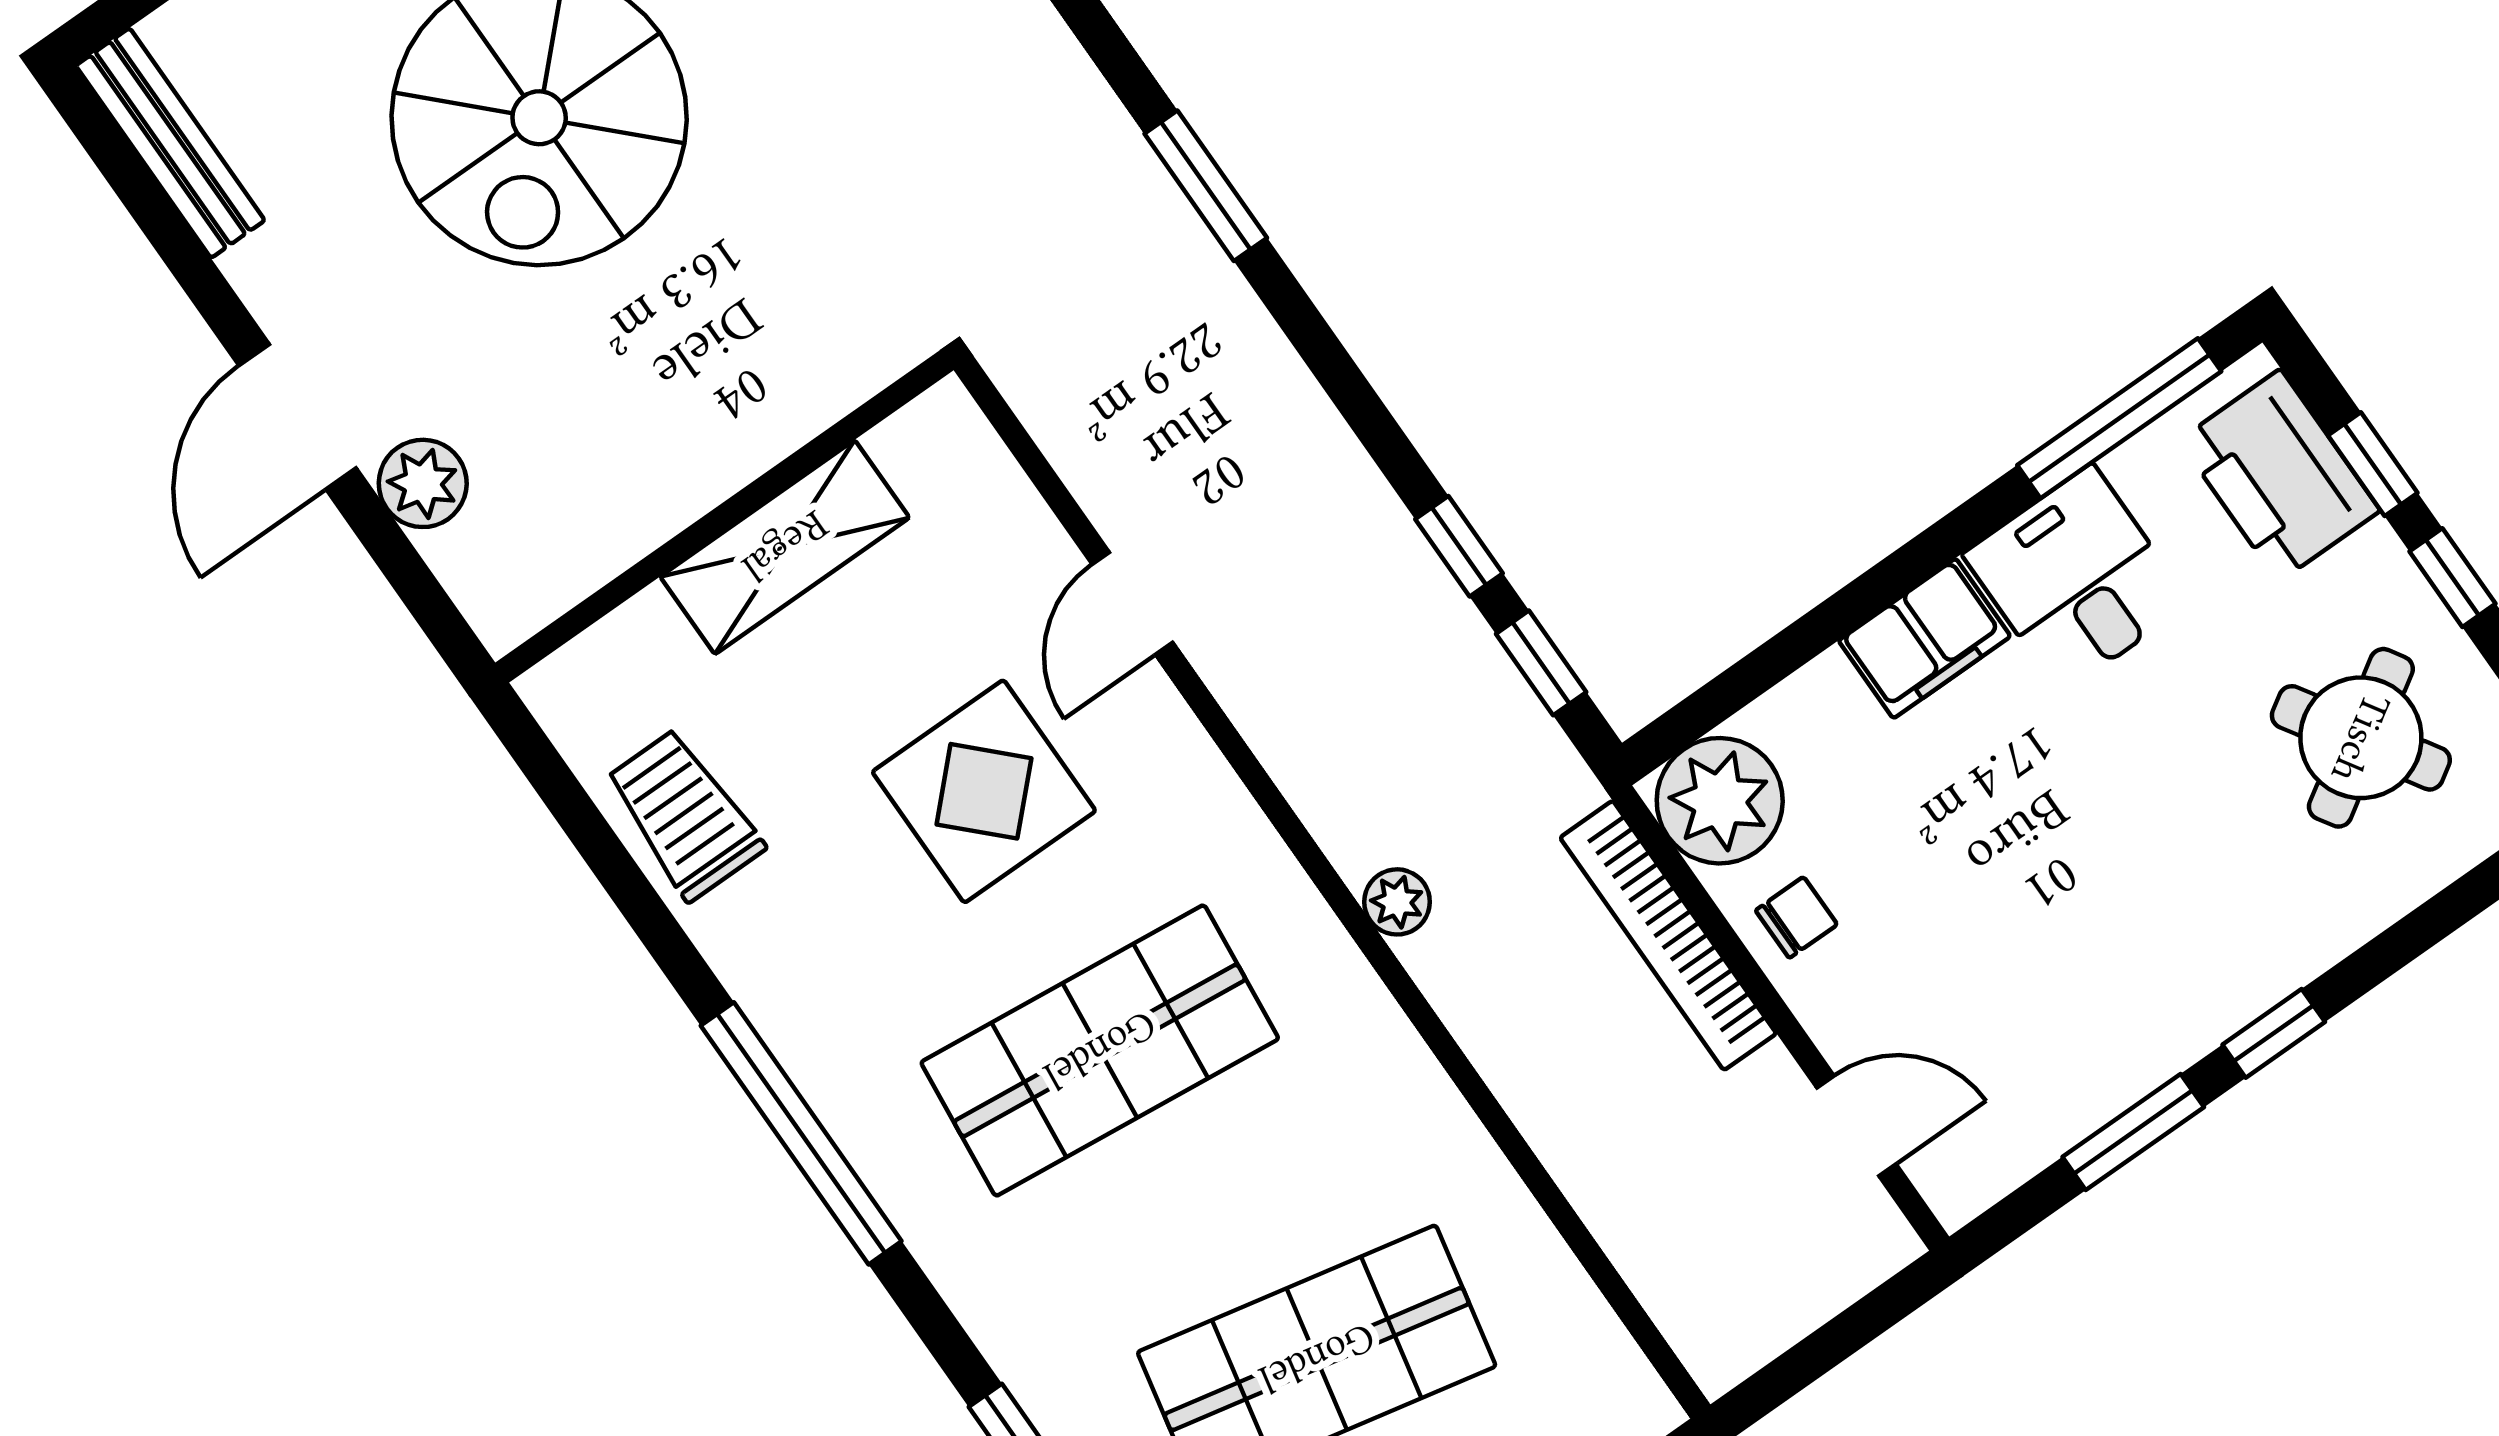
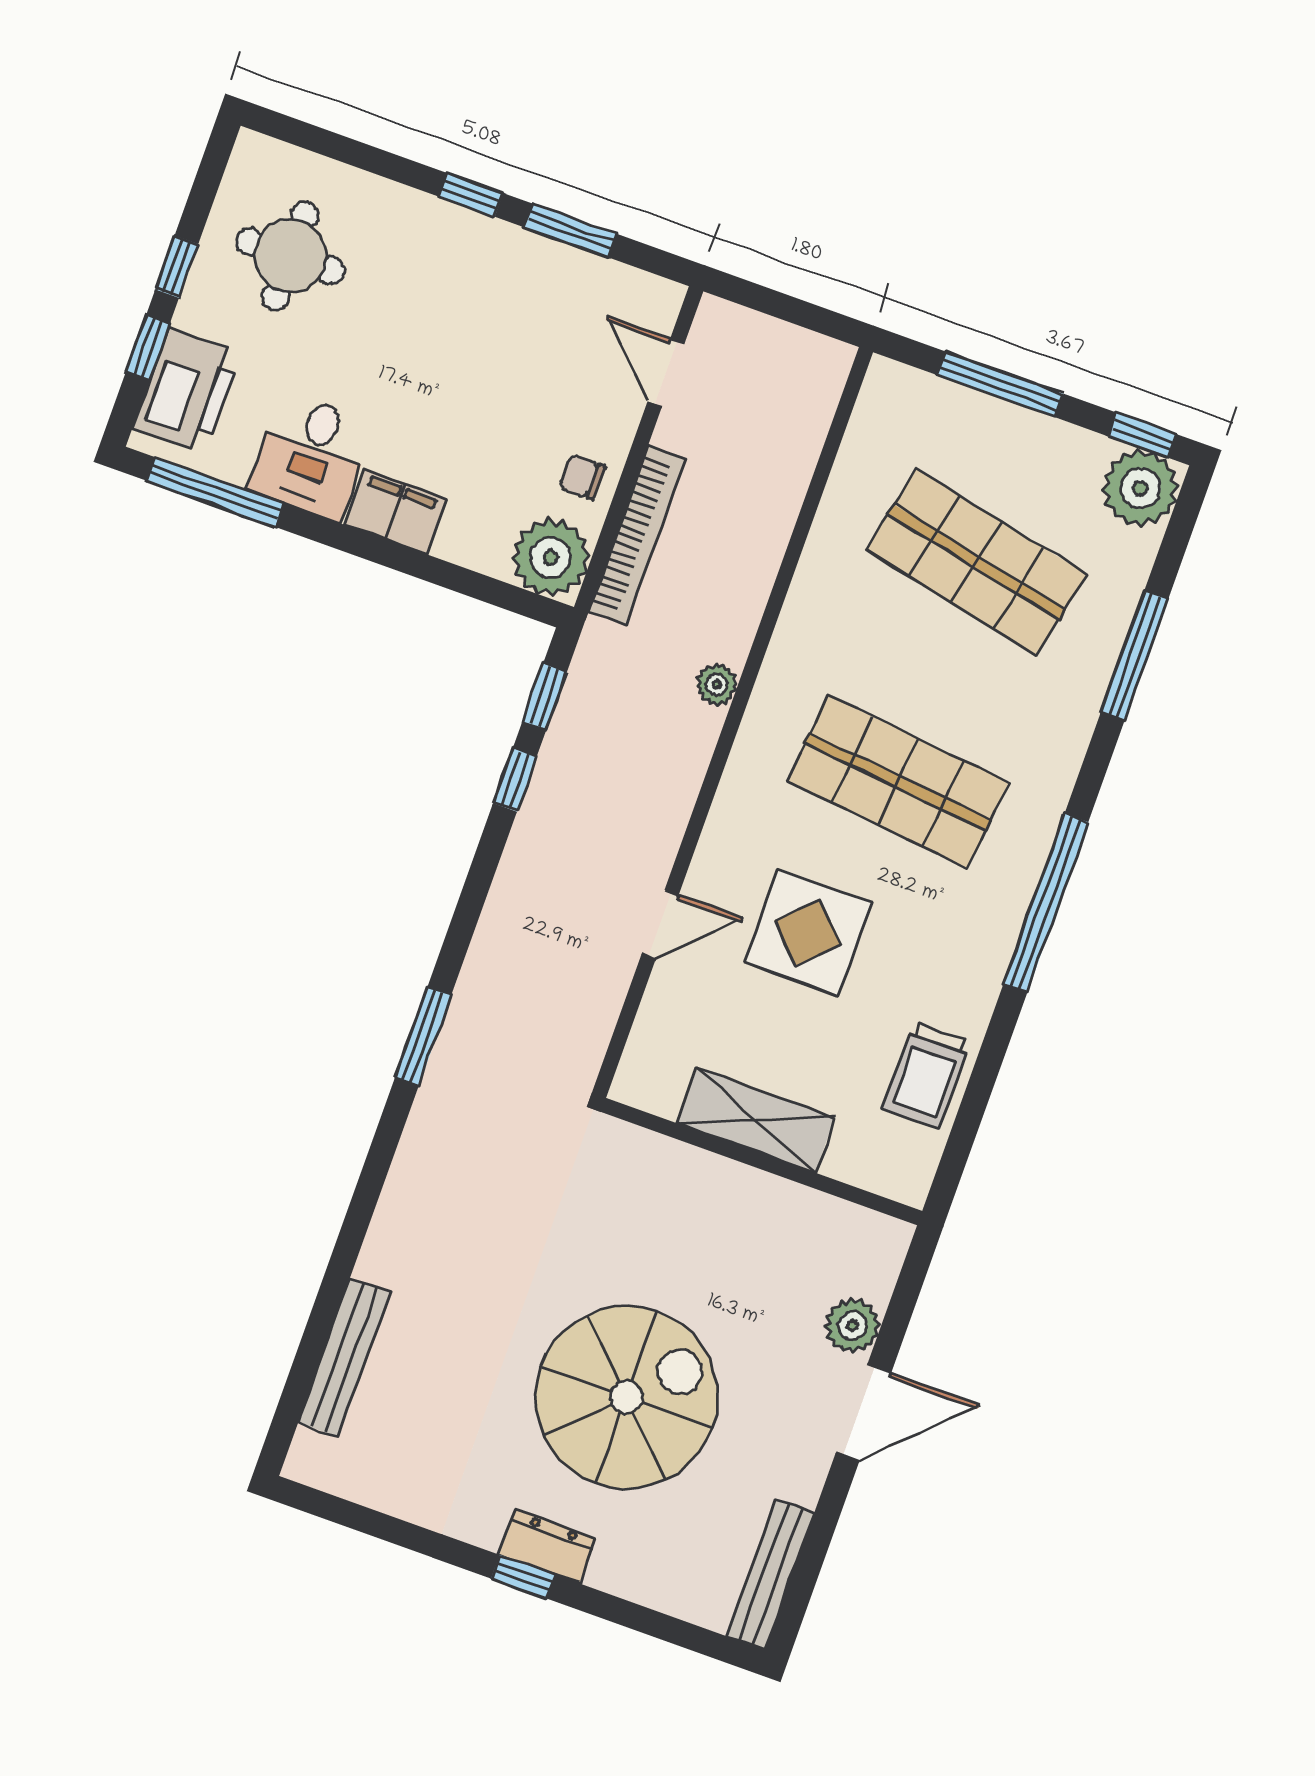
round table: (2361, 738) -> (290, 256), turned 32

